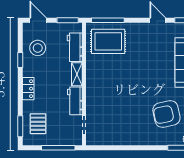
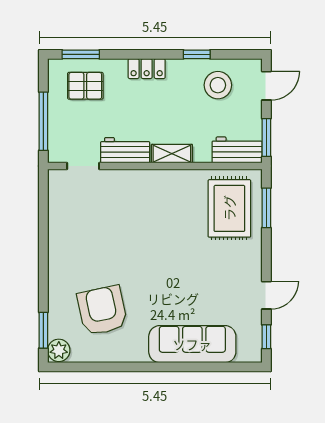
window: (108, 20) -> (266, 208), width x0.69
workbench: (75, 47) -> (237, 150), moved

